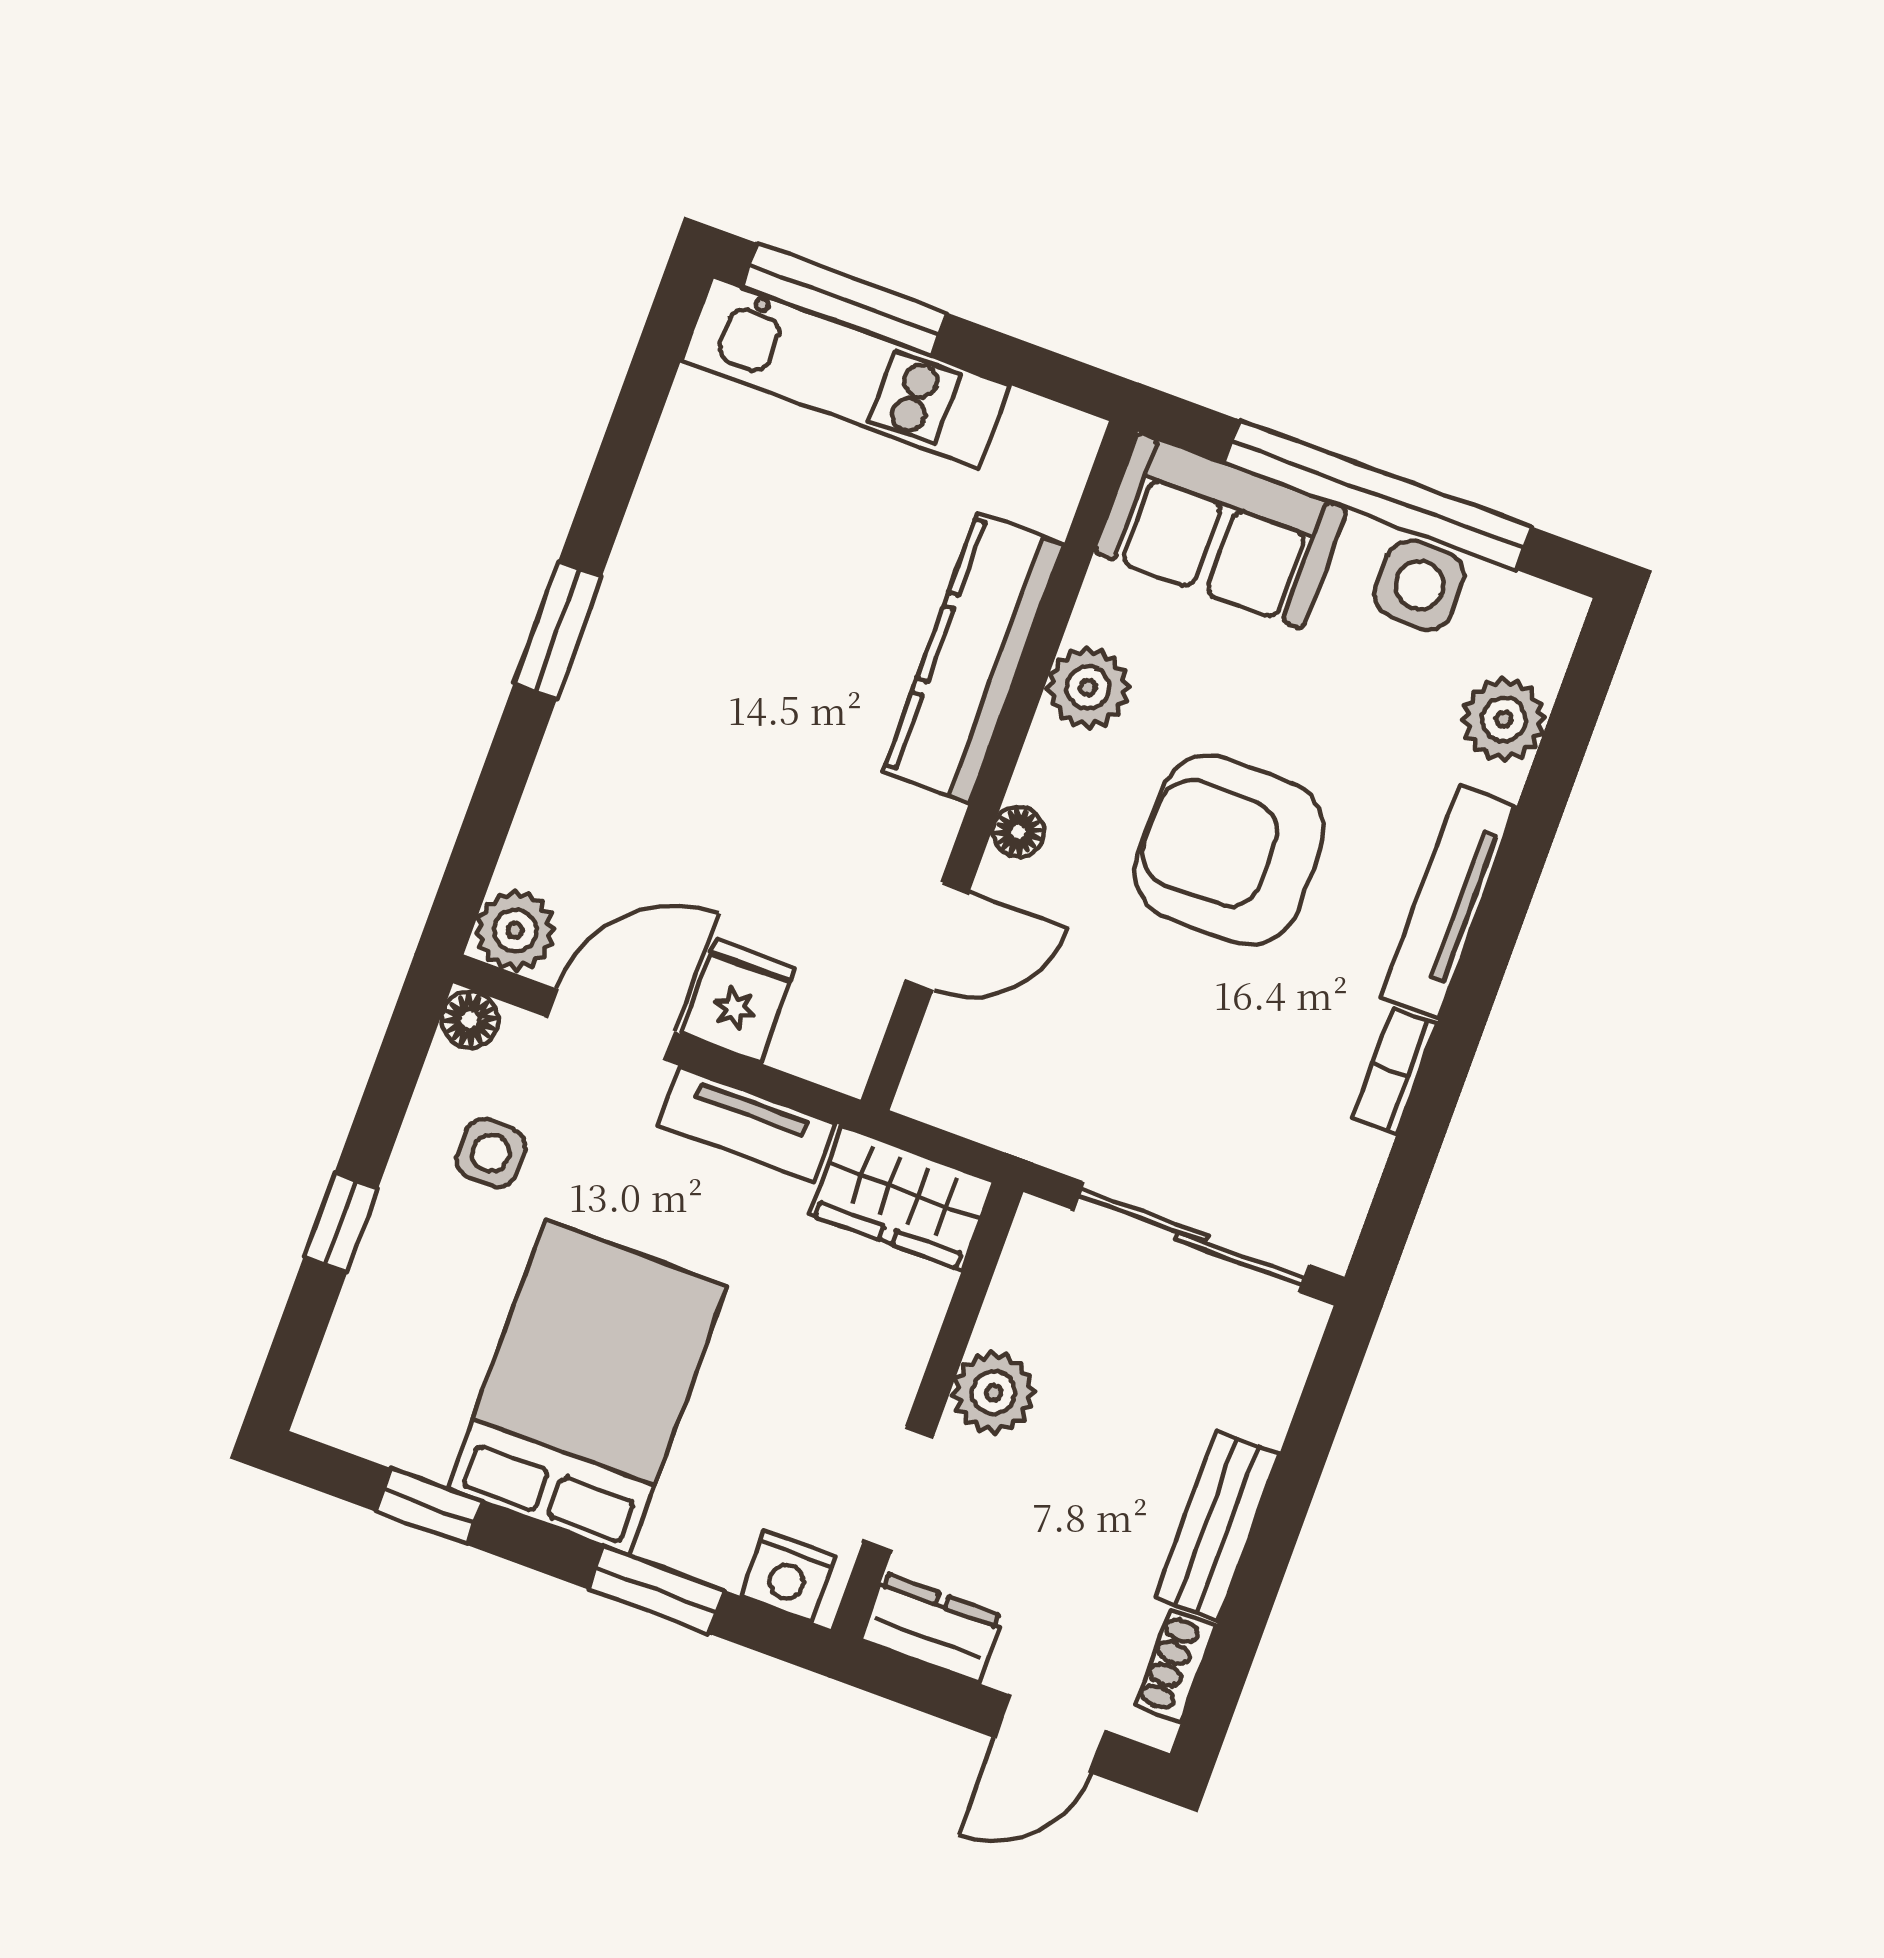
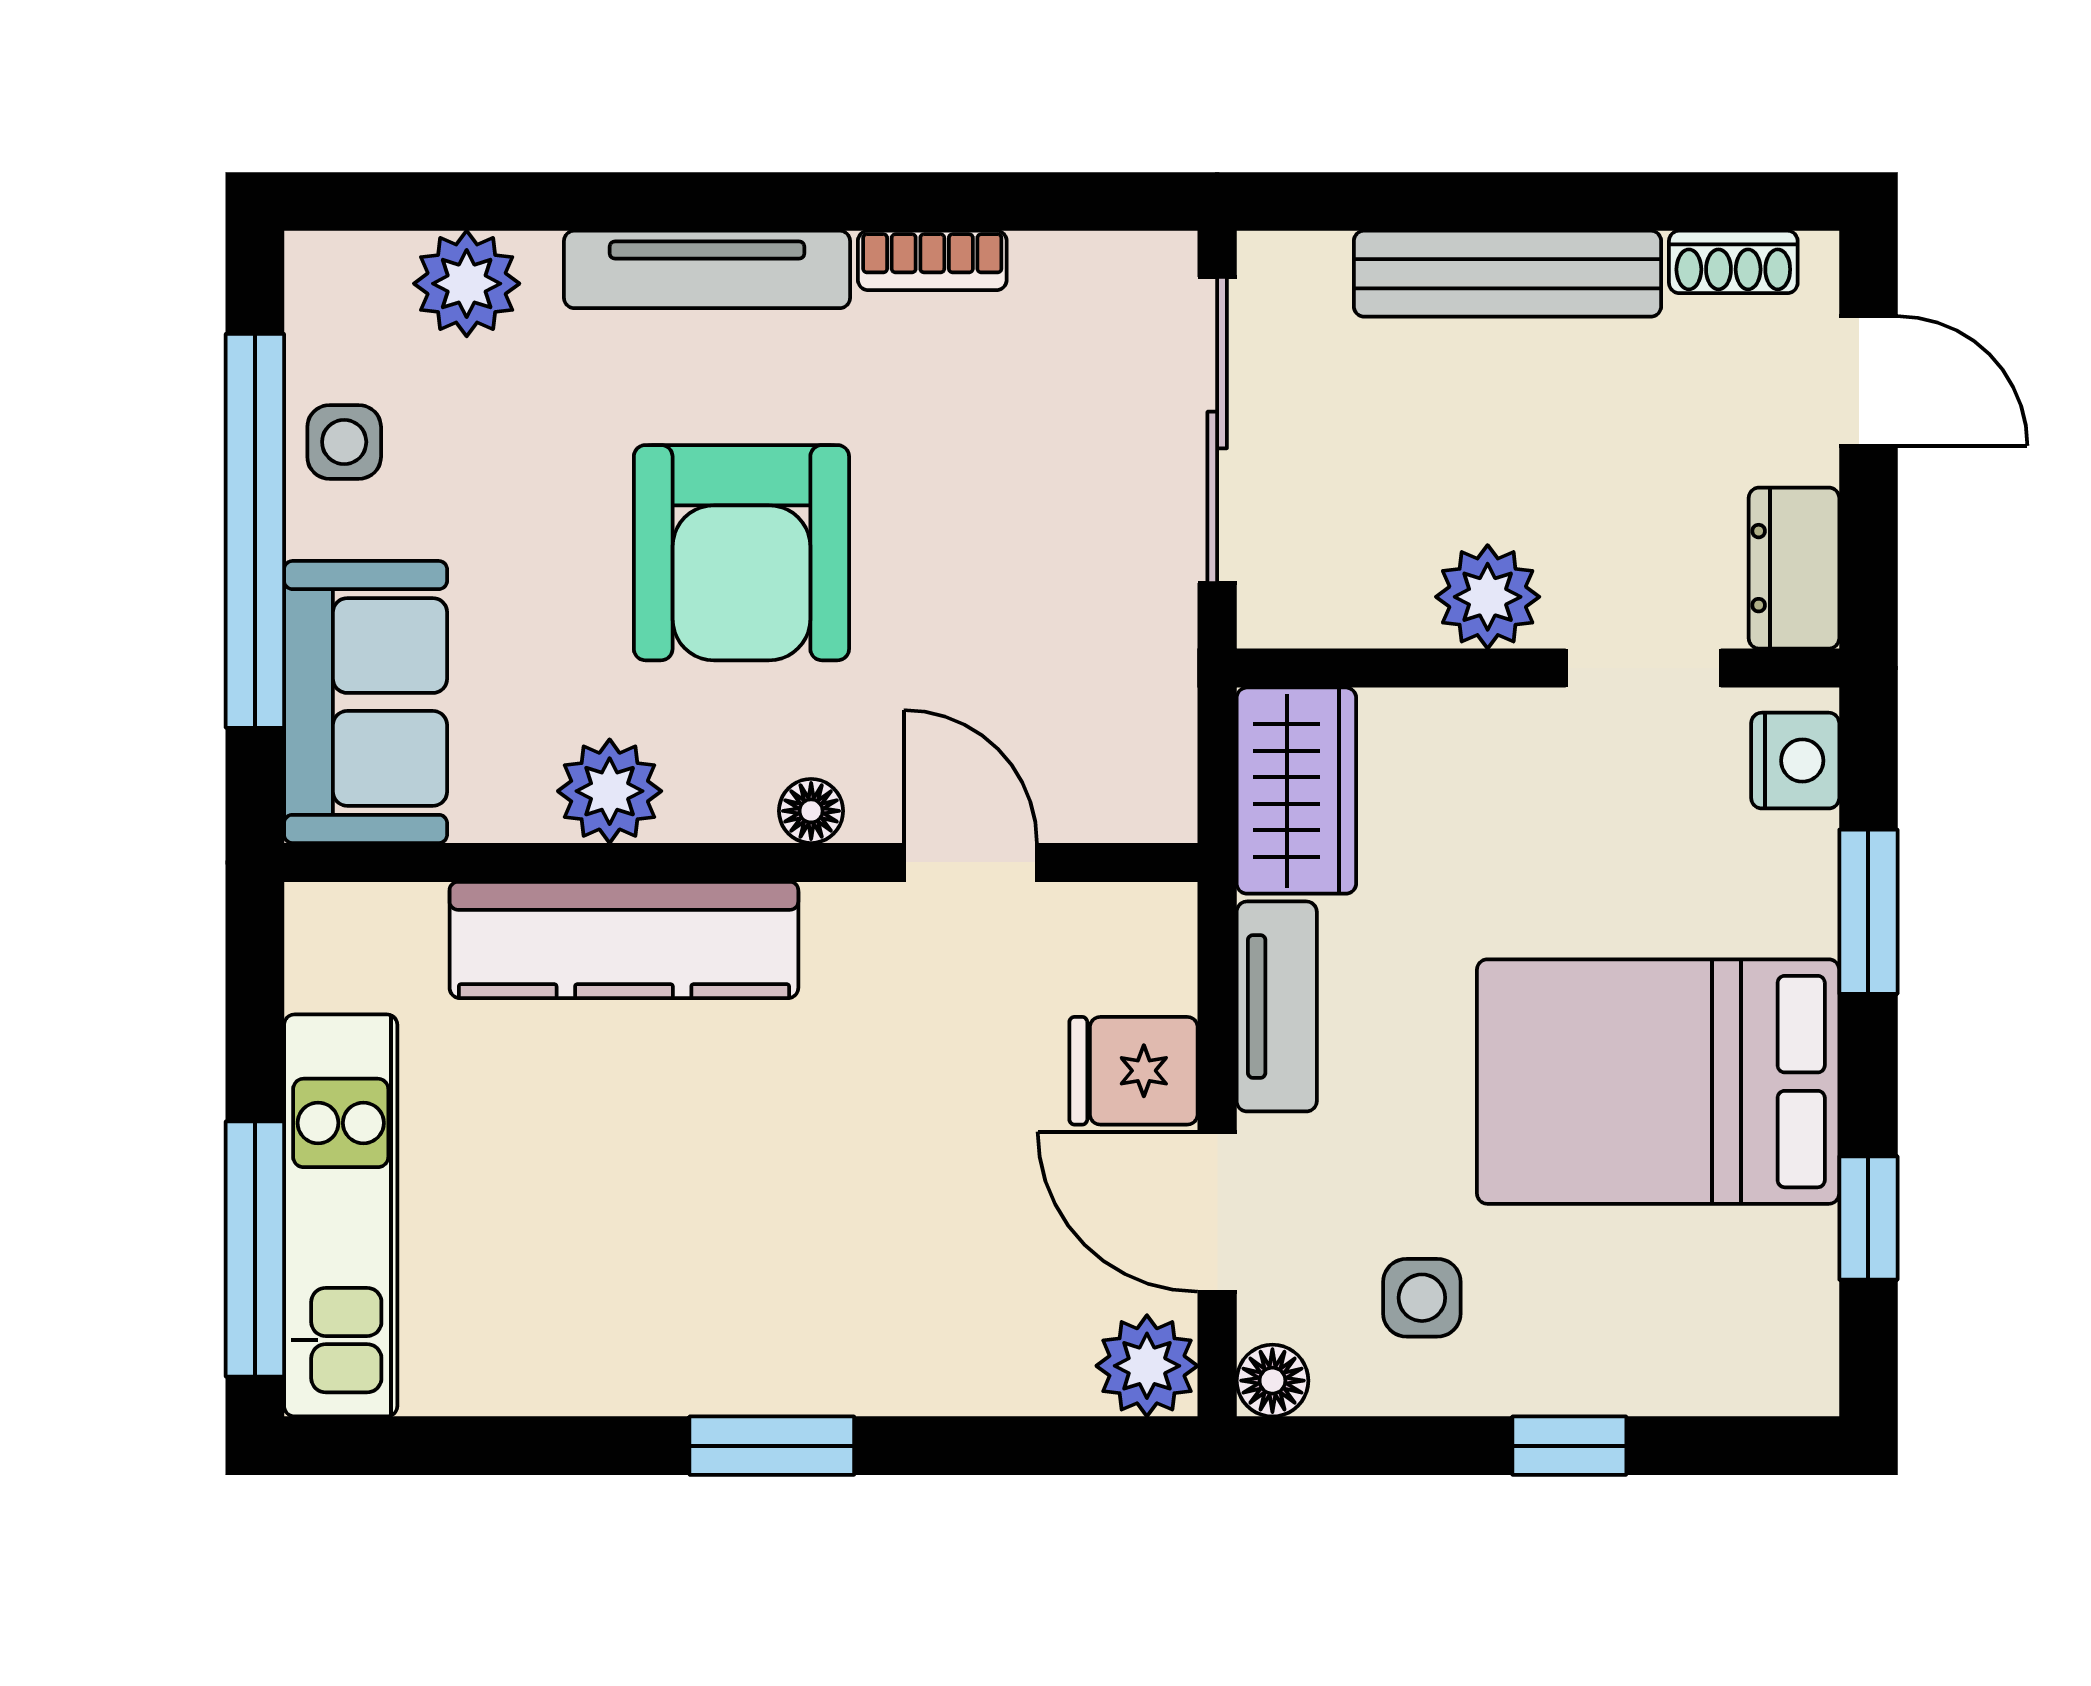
side table: (1419, 585) -> (344, 442), width x0.73, depth x0.73
bench: (1217, 1526) -> (1507, 274), width x1.36

